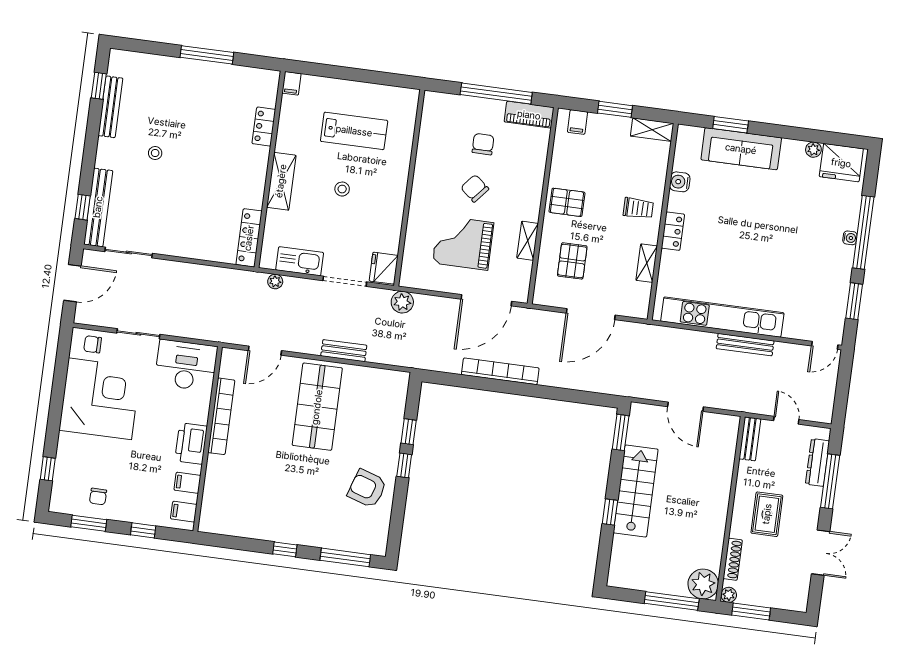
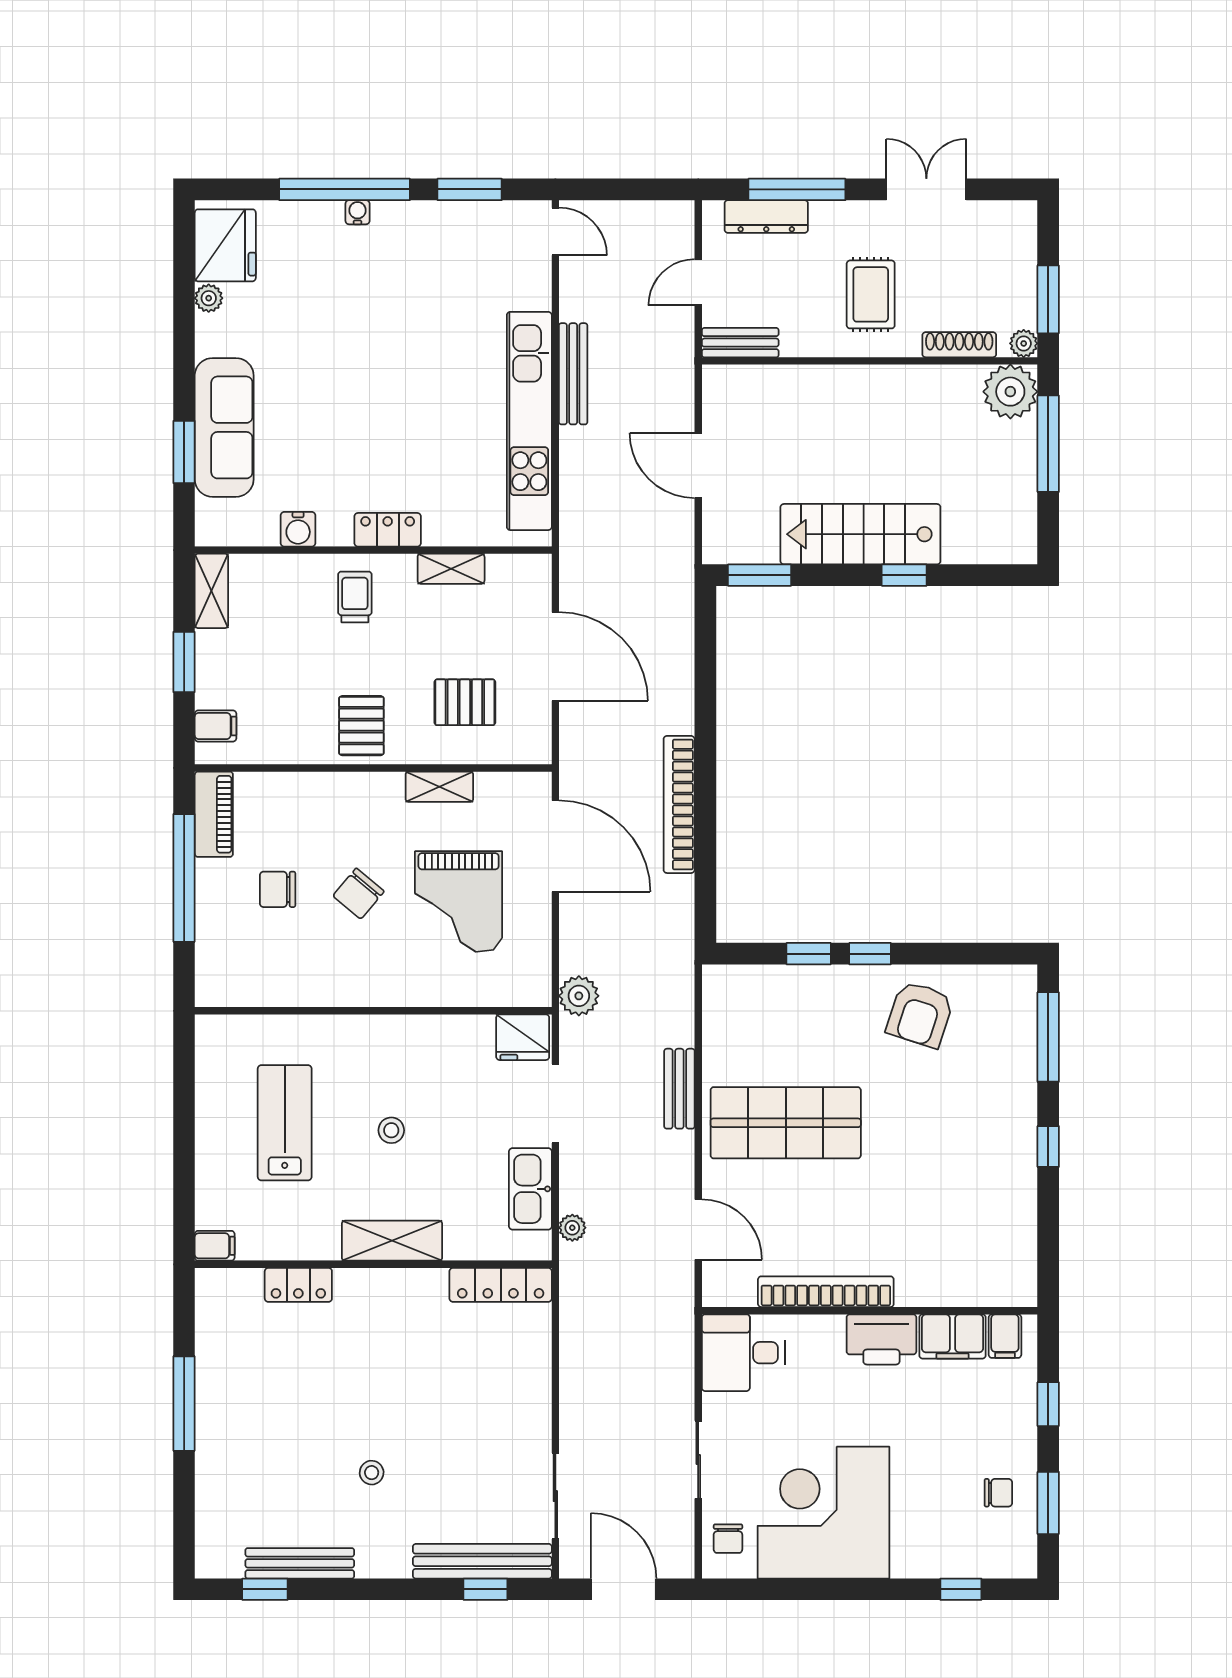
desk: (186, 365) -> (743, 1353), width x0.73
door: (685, 407) -> (698, 465), swing flipped
filing cabinet: (187, 483) -> (953, 1336), width x2.00
rug: (767, 514) -> (871, 294), turned 90

